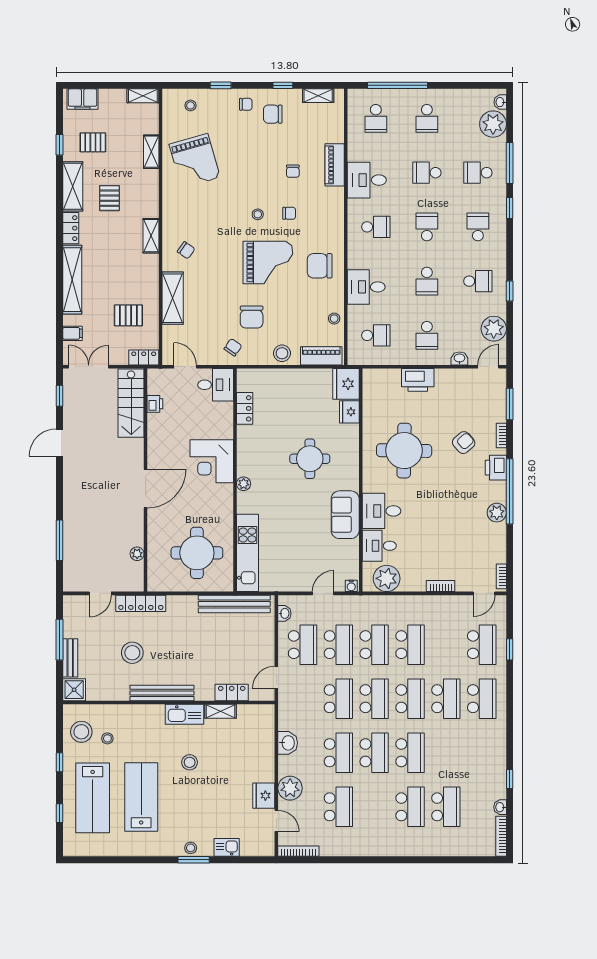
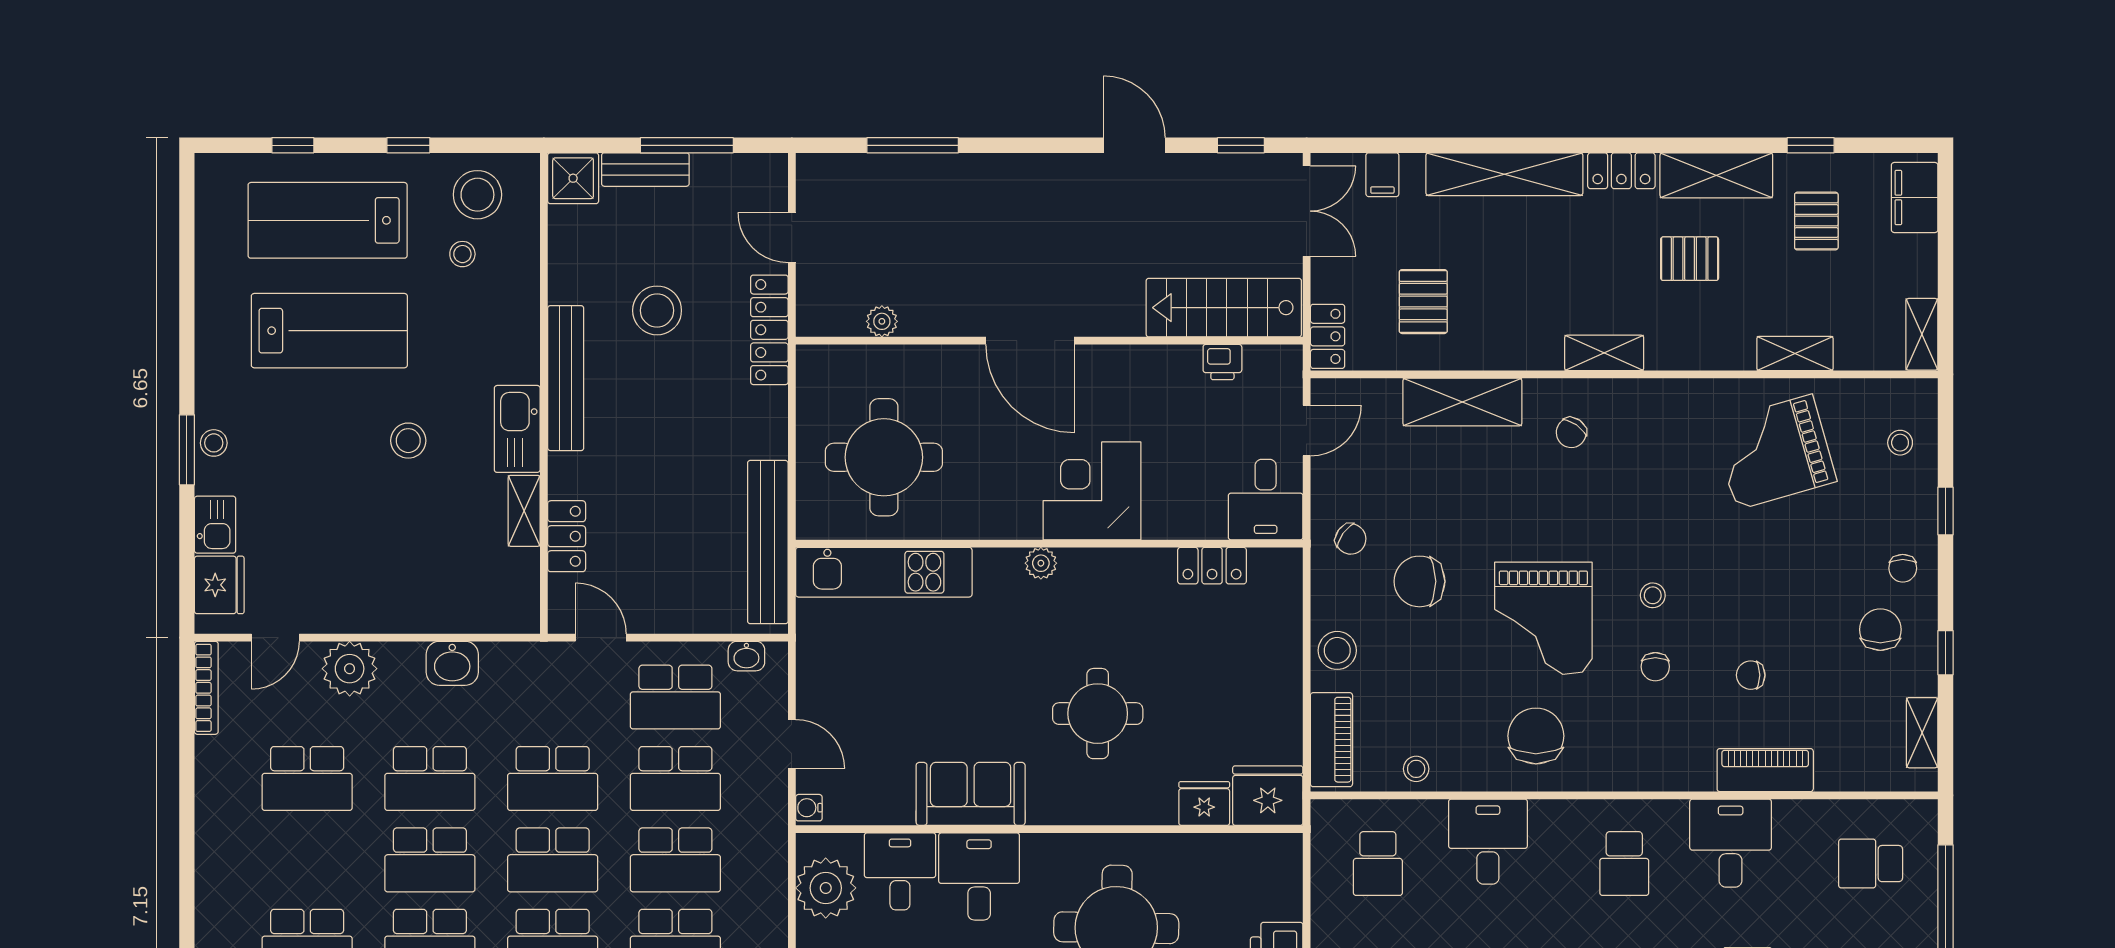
fridge: (264, 796) -> (219, 585), moved, turned 90

